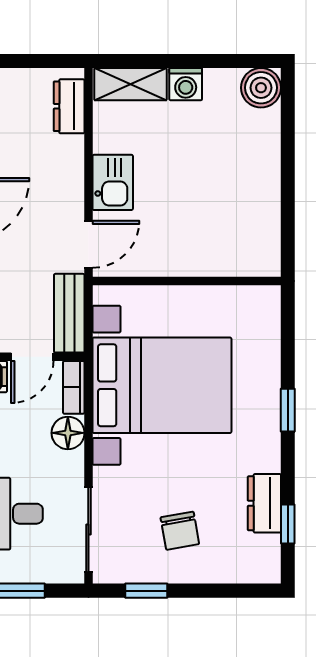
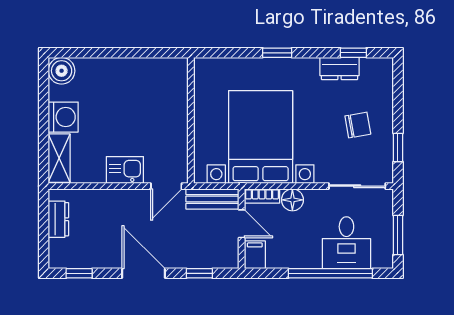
washing machine: (186, 84) -> (63, 117), width x1.38, depth x1.38
dresser: (69, 106) -> (58, 219), moved, turned -90
door: (88, 244) -> (166, 186), swing flipped

